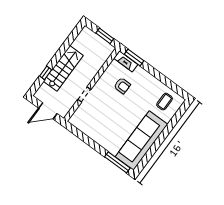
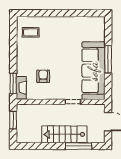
window: (46, 73) -> (79, 146), width x2.17
sofa: (141, 140) -> (93, 71), moved, turned 90
window: (117, 162) -> (108, 59), moved

